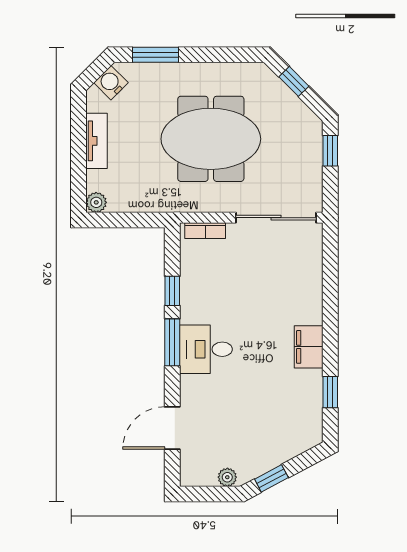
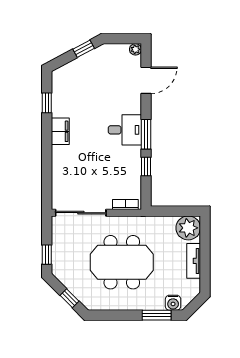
water cooler: (111, 83) -> (173, 303), moved, turned 45
plant: (96, 202) -> (188, 228), width x1.88, depth x1.88
plant: (227, 477) -> (135, 49), moved

